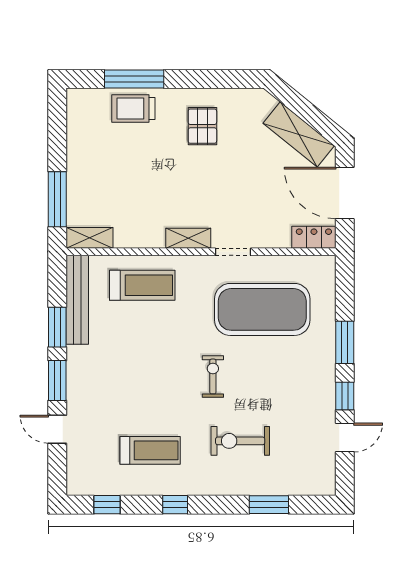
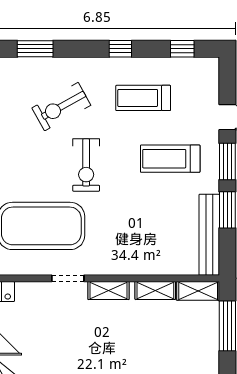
shelving: (137, 238) -> (155, 290), added
treadmill: (142, 285) -> (170, 159), moved
exercise bike: (213, 376) -> (86, 165), width x1.38, depth x1.39
exercise bike: (240, 441) -> (61, 107), turned 151

